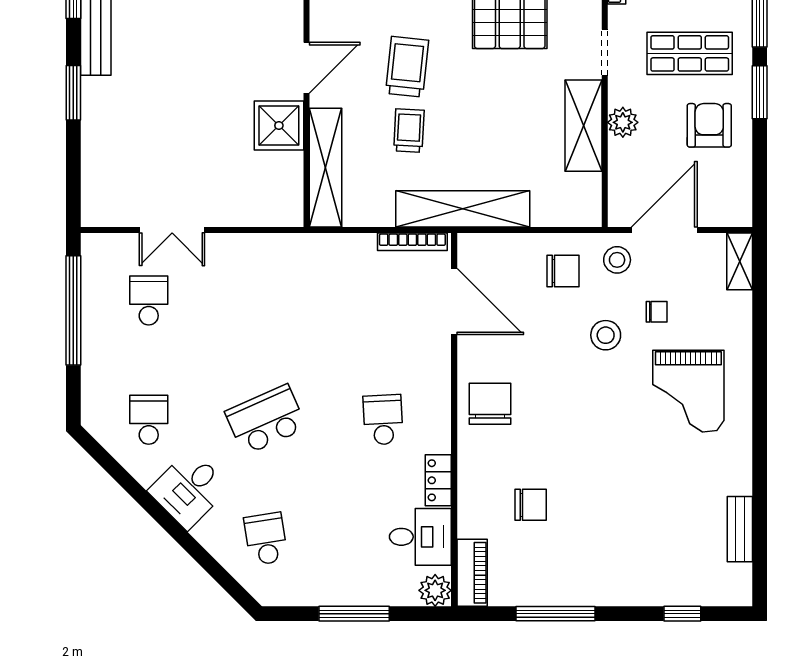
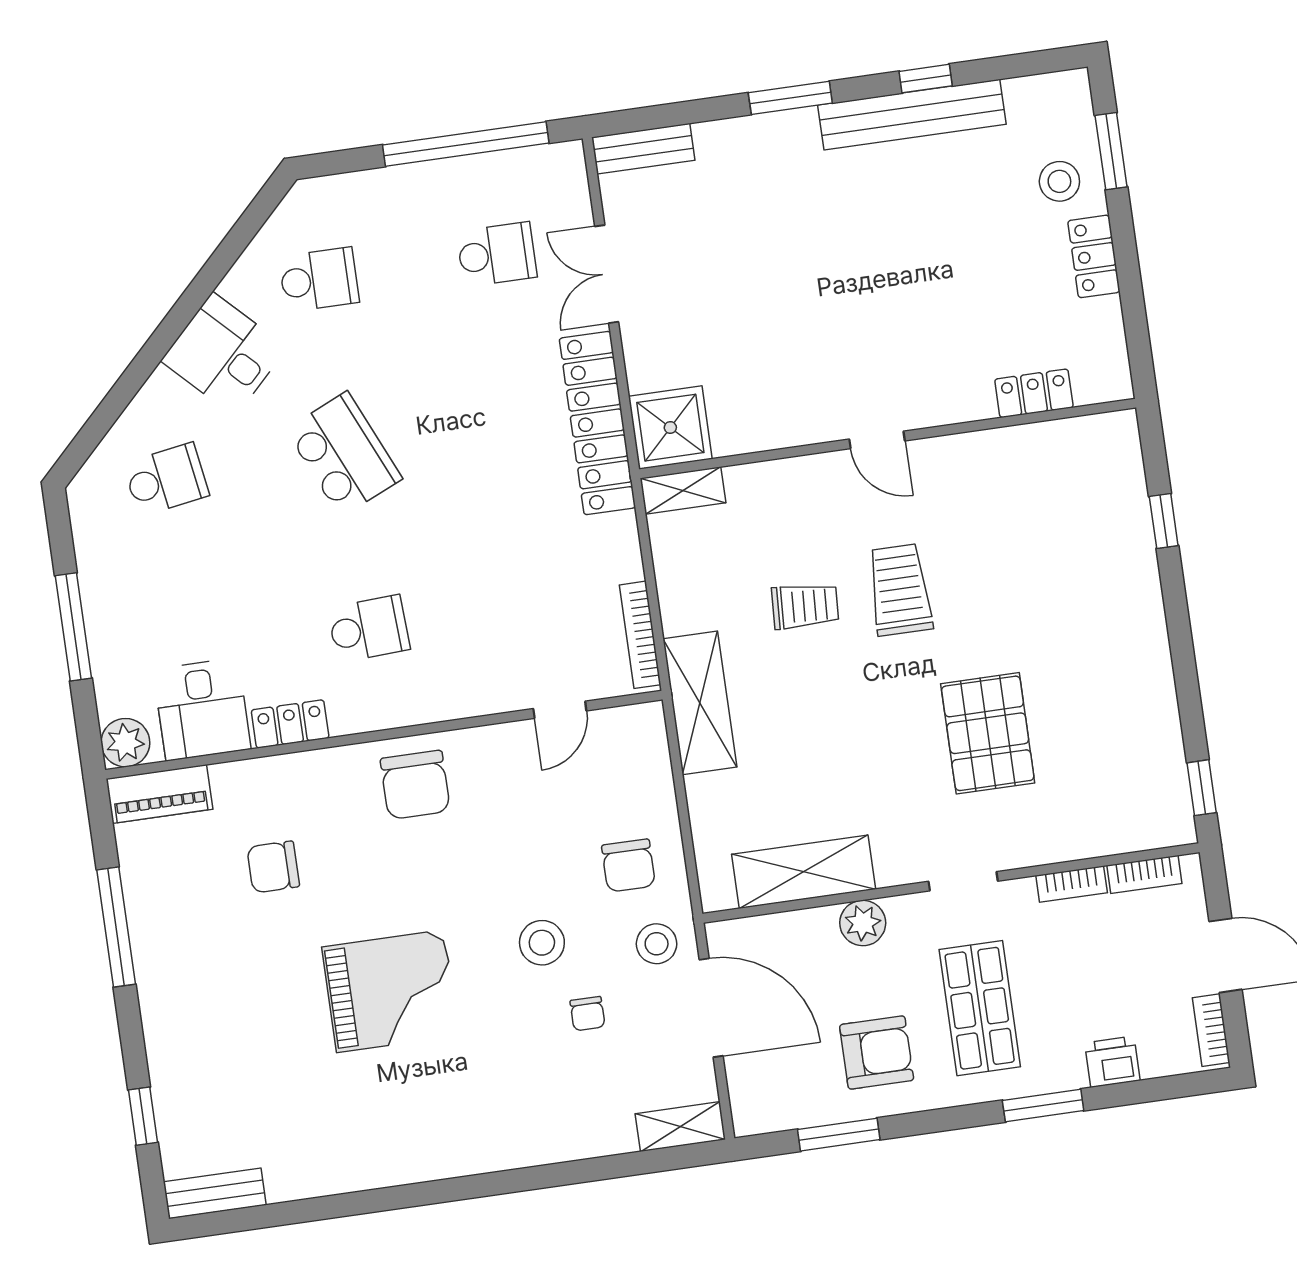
trolley: (407, 67) -> (900, 590), turned -96
door: (306, 68) -> (877, 440), width x0.73
window: (760, 92) -> (839, 1135), moved
shower: (279, 126) -> (670, 428), moved
shelving: (584, 126) -> (804, 872), moved
shelving: (326, 168) -> (683, 490), width x0.45, depth x0.75
bench: (93, 194) -> (644, 149), added
shelving: (463, 209) -> (700, 703), width x0.68
locker: (269, 250) -> (597, 423), added
door: (454, 302) -> (560, 710), width x0.53
grand piano: (688, 391) -> (390, 991), moved, turned 180
chair: (490, 404) -> (415, 785), turned 90
chair: (531, 505) -> (273, 867), turned 90
bench: (740, 529) -> (215, 1193), moved

